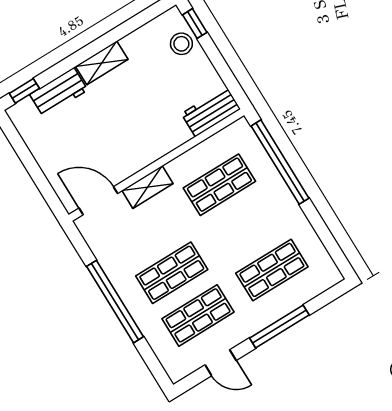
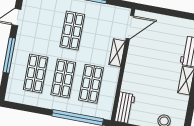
shop shelf: (198, 315) -> (63, 79), moved

